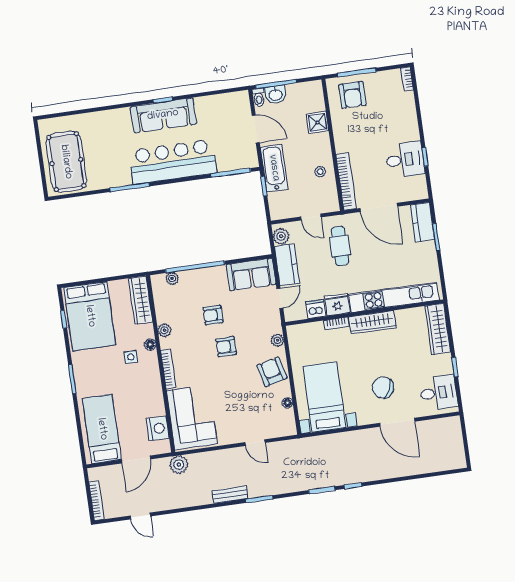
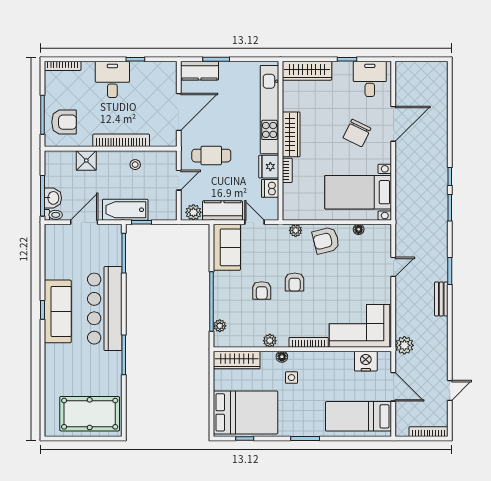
bookcase: (407, 79) -> (63, 66), width x1.56
desk: (405, 160) -> (112, 79), moved
bookcase: (346, 182) -> (121, 140), moved

